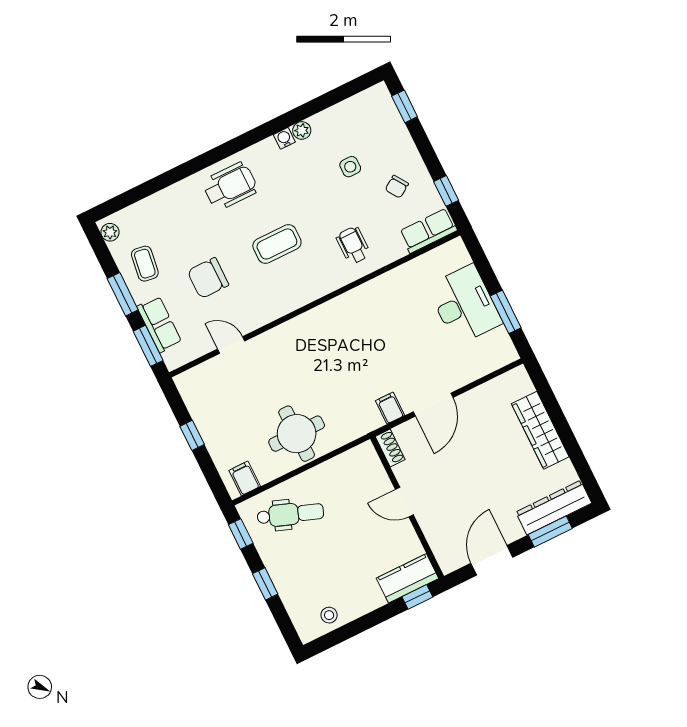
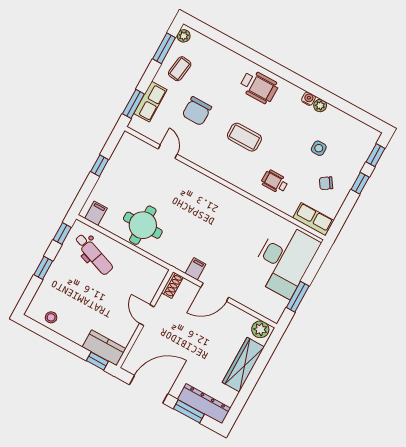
window: (446, 191) -> (360, 183), moved
wheelchair: (353, 245) -> (275, 182), turned -90
chair: (208, 278) -> (197, 111), turned -90
window: (123, 294) -> (164, 48), moved
desk: (465, 305) -> (284, 260), width x1.36, depth x1.30
plant: (513, 382) -> (260, 329), added
door: (492, 560) -> (149, 389), width x1.36

